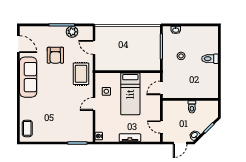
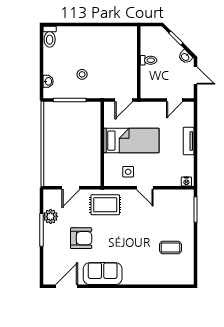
toilet: (210, 59) -> (50, 37), moved
sofa: (28, 77) -> (103, 274), width x0.73
door: (161, 88) -> (124, 100), hinge flipped
coffee table: (27, 128) -> (170, 248), moved

